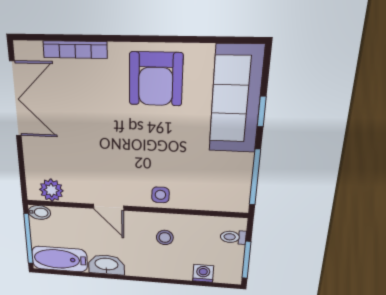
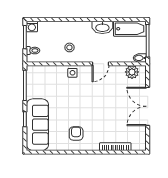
armchair: (156, 79) -> (76, 134), width x0.53, depth x0.53
double door: (15, 99) -> (148, 106), moved
door: (109, 207) -> (100, 64), swing flipped
washing machine: (203, 273) -> (32, 27), moved

